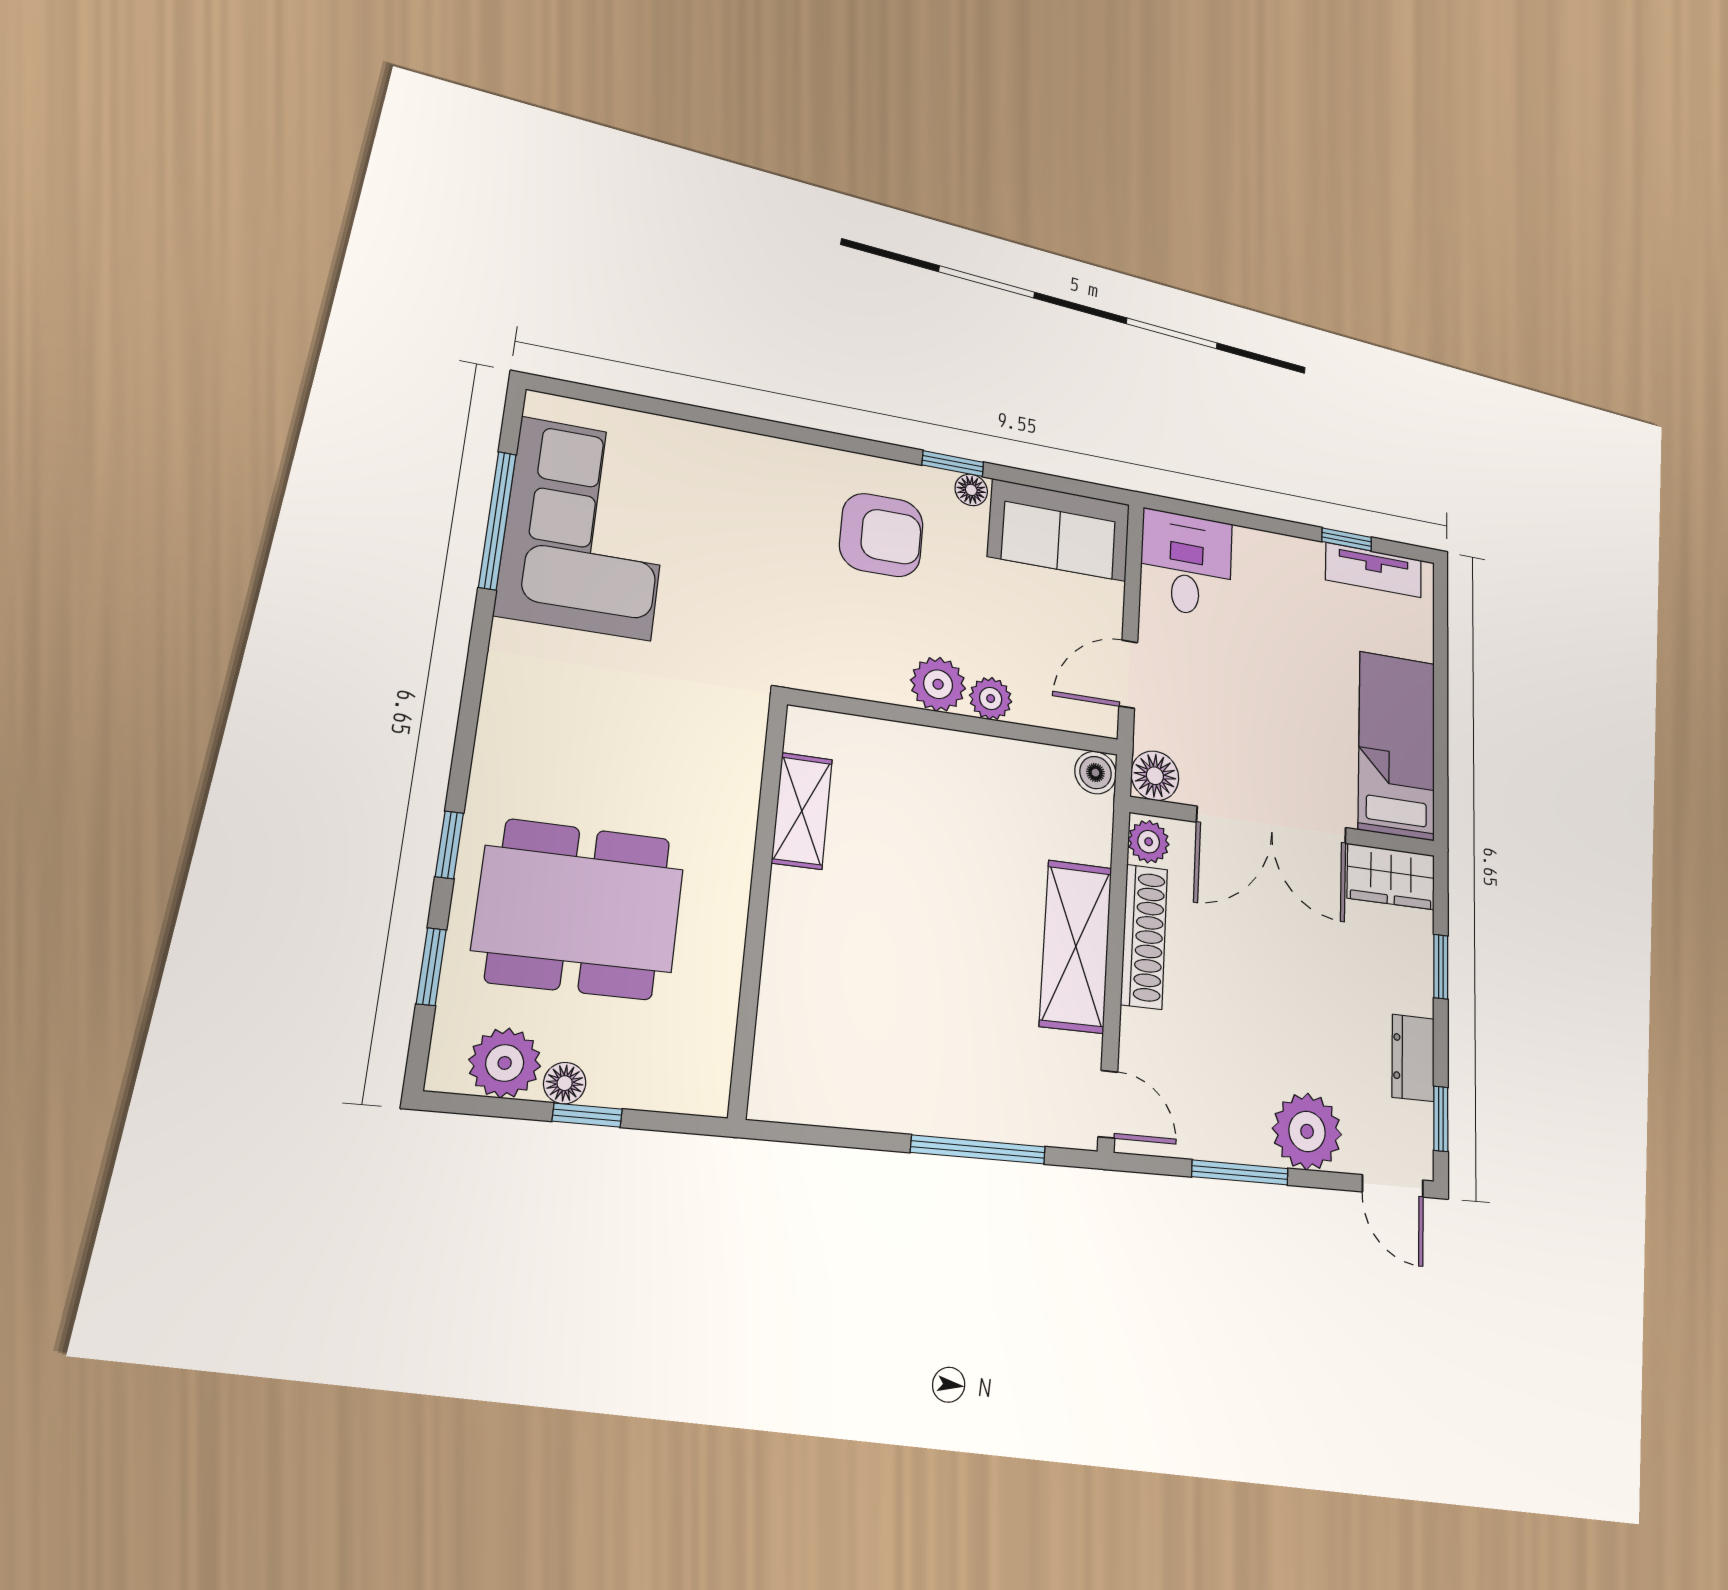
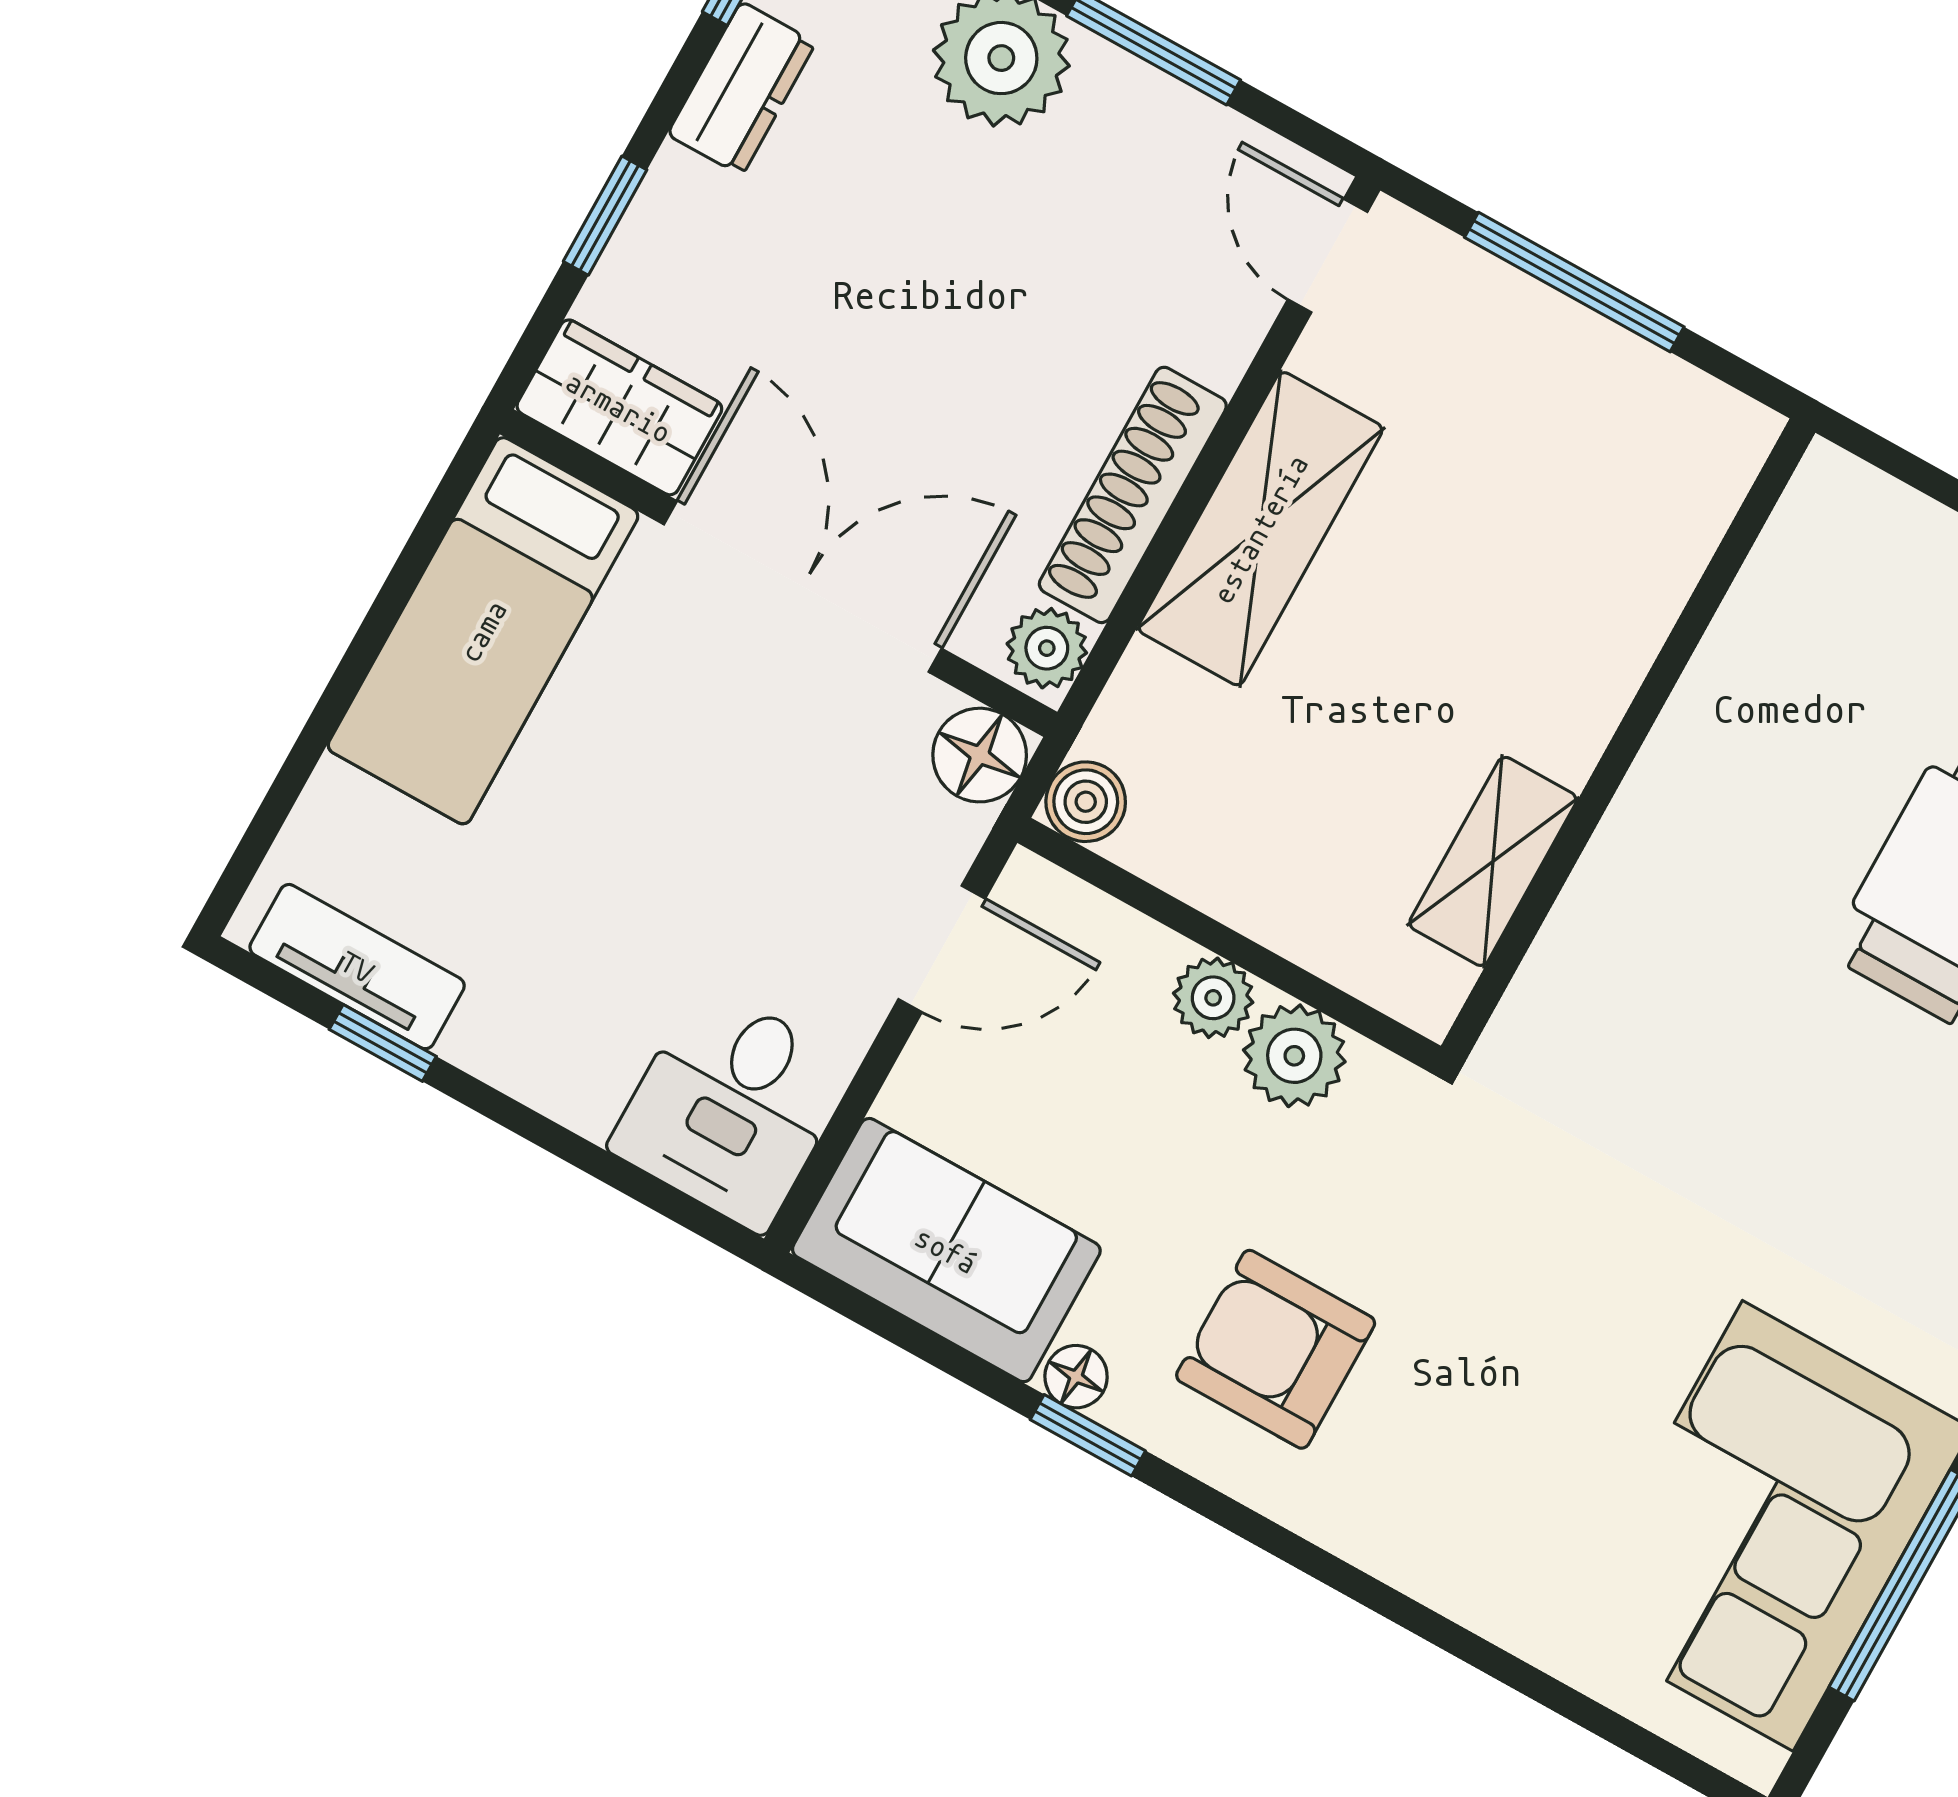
shelving: (802, 811) -> (1493, 861), moved
wall: (758, 905) -> (1628, 739), moved

